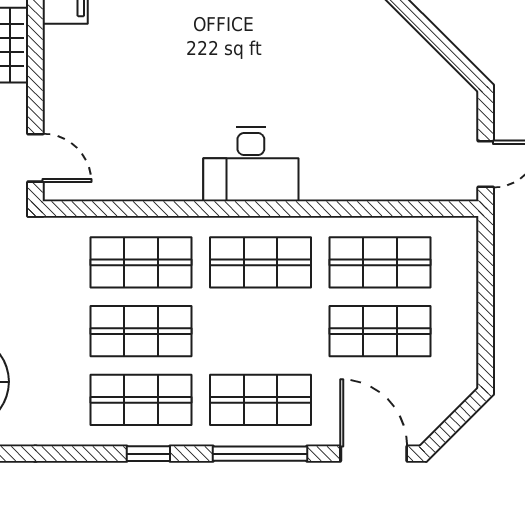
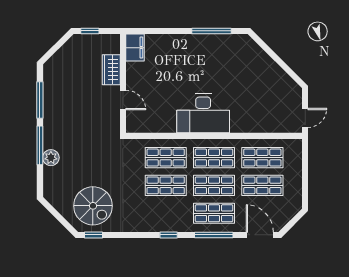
door: (35, 158) -> (123, 100), moved
desk: (251, 164) -> (203, 113), width x1.36, depth x1.30
shop shelf: (141, 400) -> (214, 185), moved

